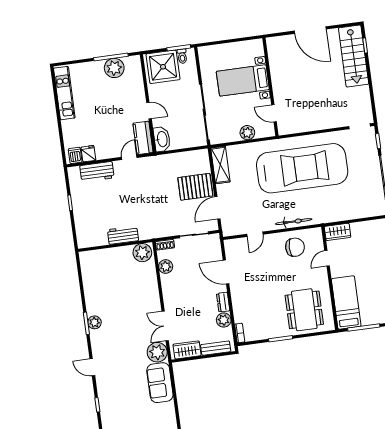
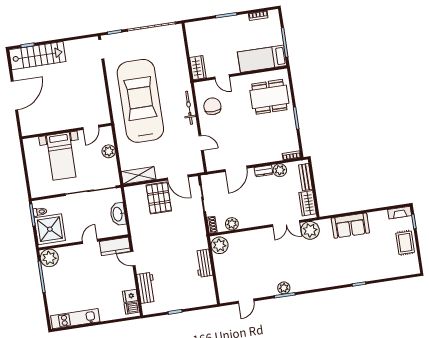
plant: (114, 68) -> (49, 258), moved
washbasin: (162, 139) -> (118, 214), moved, turned -90
door: (92, 367) -> (246, 301), moved
sofa: (160, 383) -> (350, 226), moved

